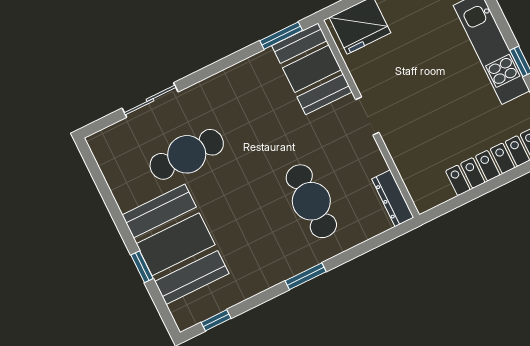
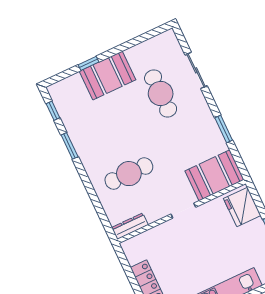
window: (281, 36) -> (224, 129), moved
booth: (176, 244) -> (107, 76), width x0.73, depth x0.70
window: (306, 276) -> (70, 146), moved

